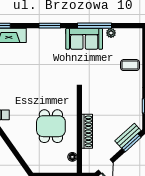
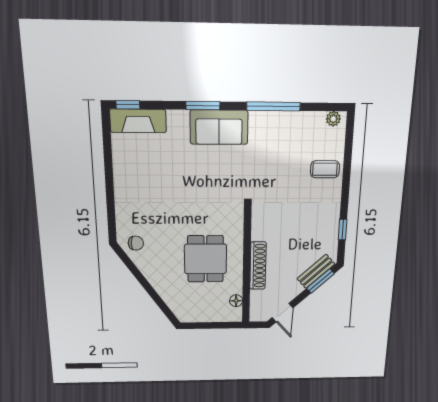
plant: (111, 33) -> (333, 119), moved
sofa: (84, 39) -> (219, 127), moved

